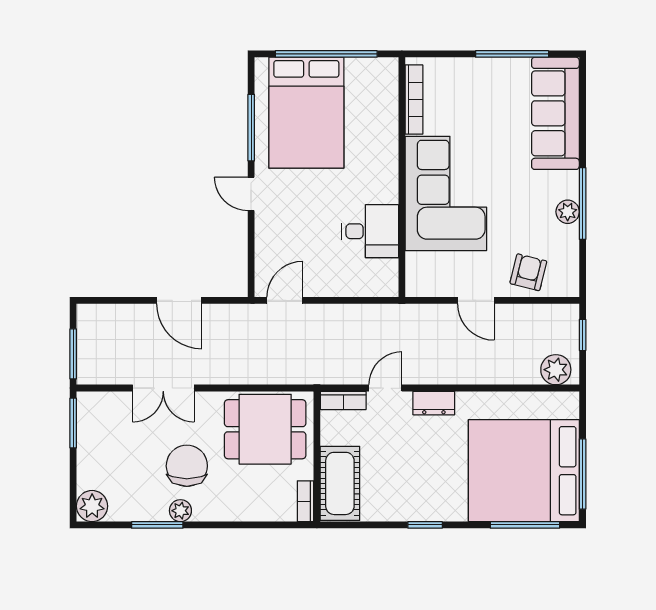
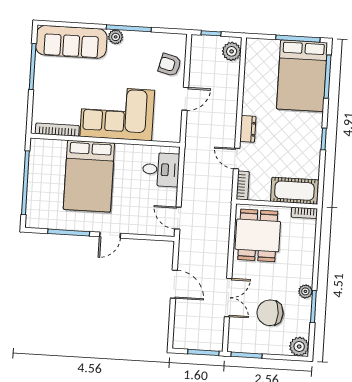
bed: (306, 113) -> (89, 176), moved, turned 90
plant: (568, 212) -> (116, 37), moved
desk: (370, 231) -> (161, 170), moved, turned 90
door: (179, 300) -> (174, 284), hinge flipped
chair: (187, 466) -> (270, 313), moved
bed: (524, 471) -> (302, 76), width x0.73

